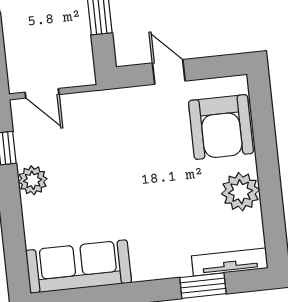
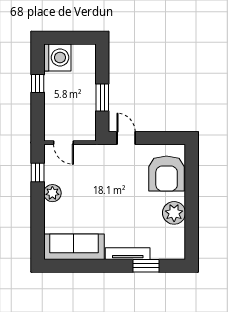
door: (169, 72) -> (126, 138), moved
tv unit: (230, 262) -> (128, 254), moved

